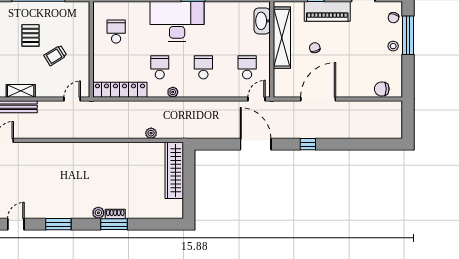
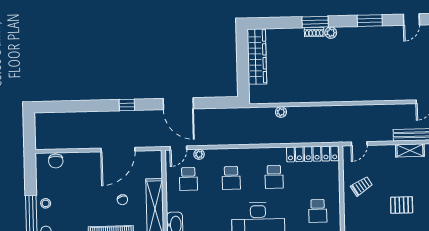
pallet: (30, 35) -> (402, 205), turned 90
trolley: (55, 55) -> (362, 186), moved
chair: (382, 89) -> (56, 161), turned 90
plant: (173, 92) -> (199, 154), moved
wardrobe: (174, 170) -> (257, 56), moved

